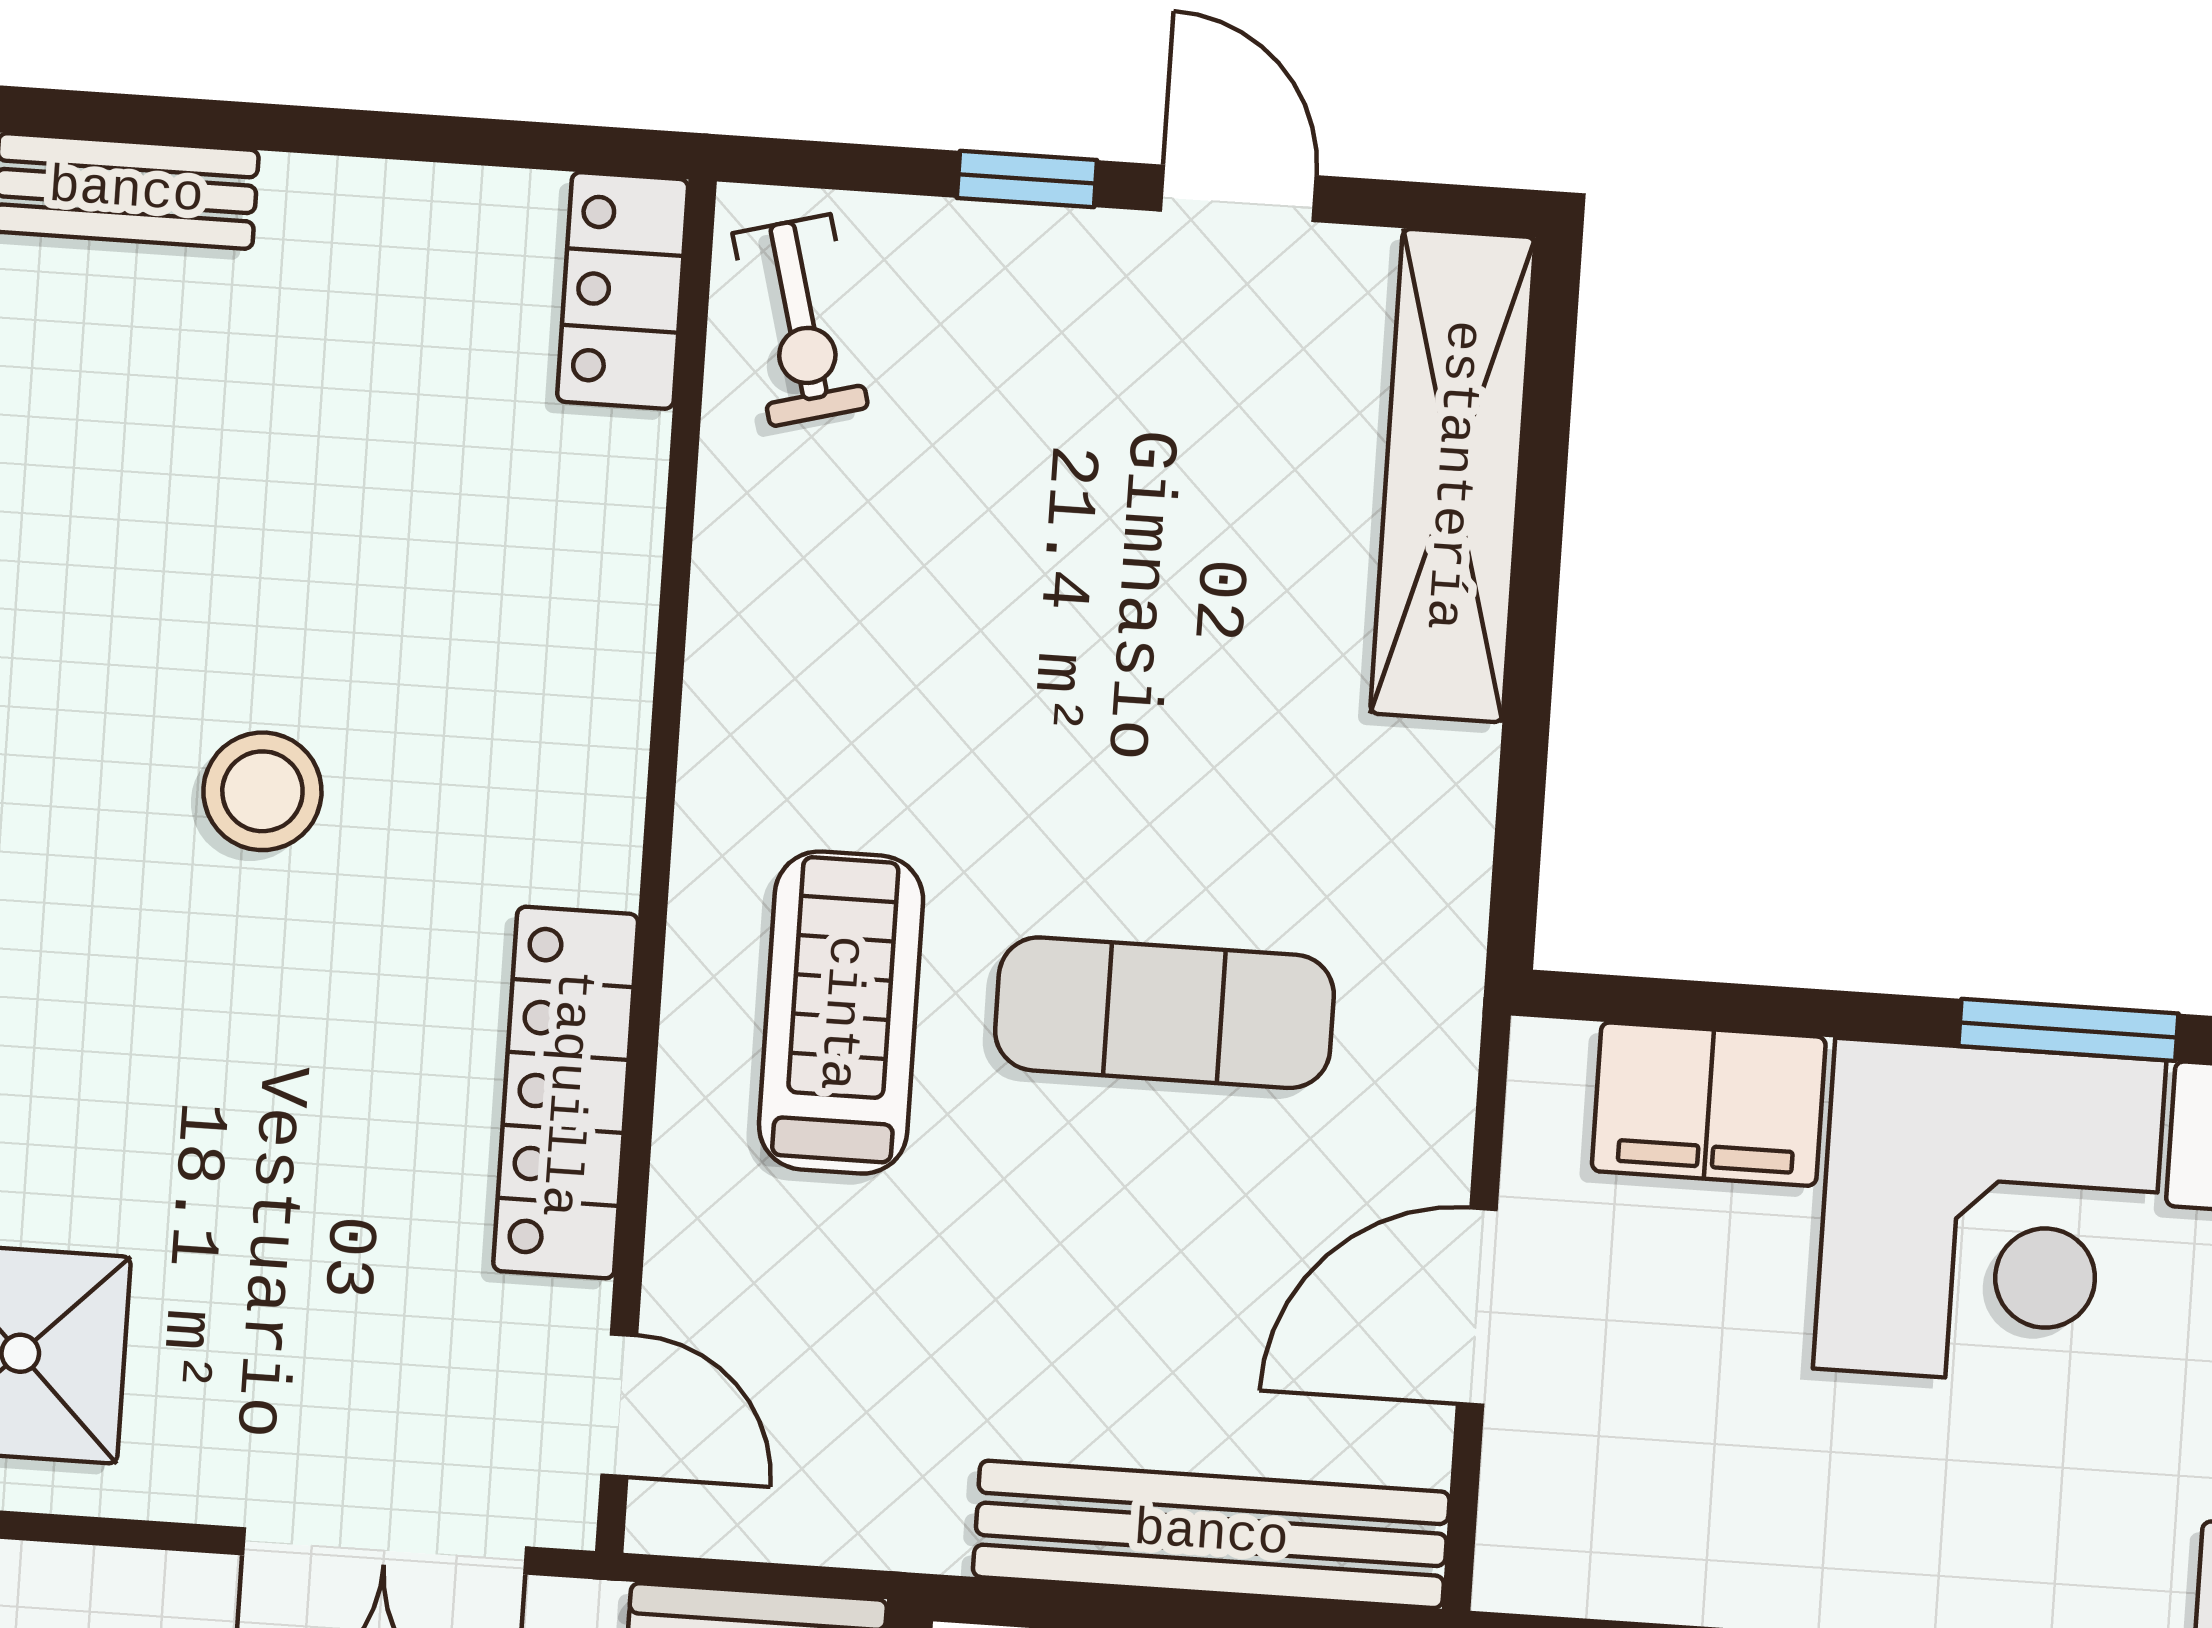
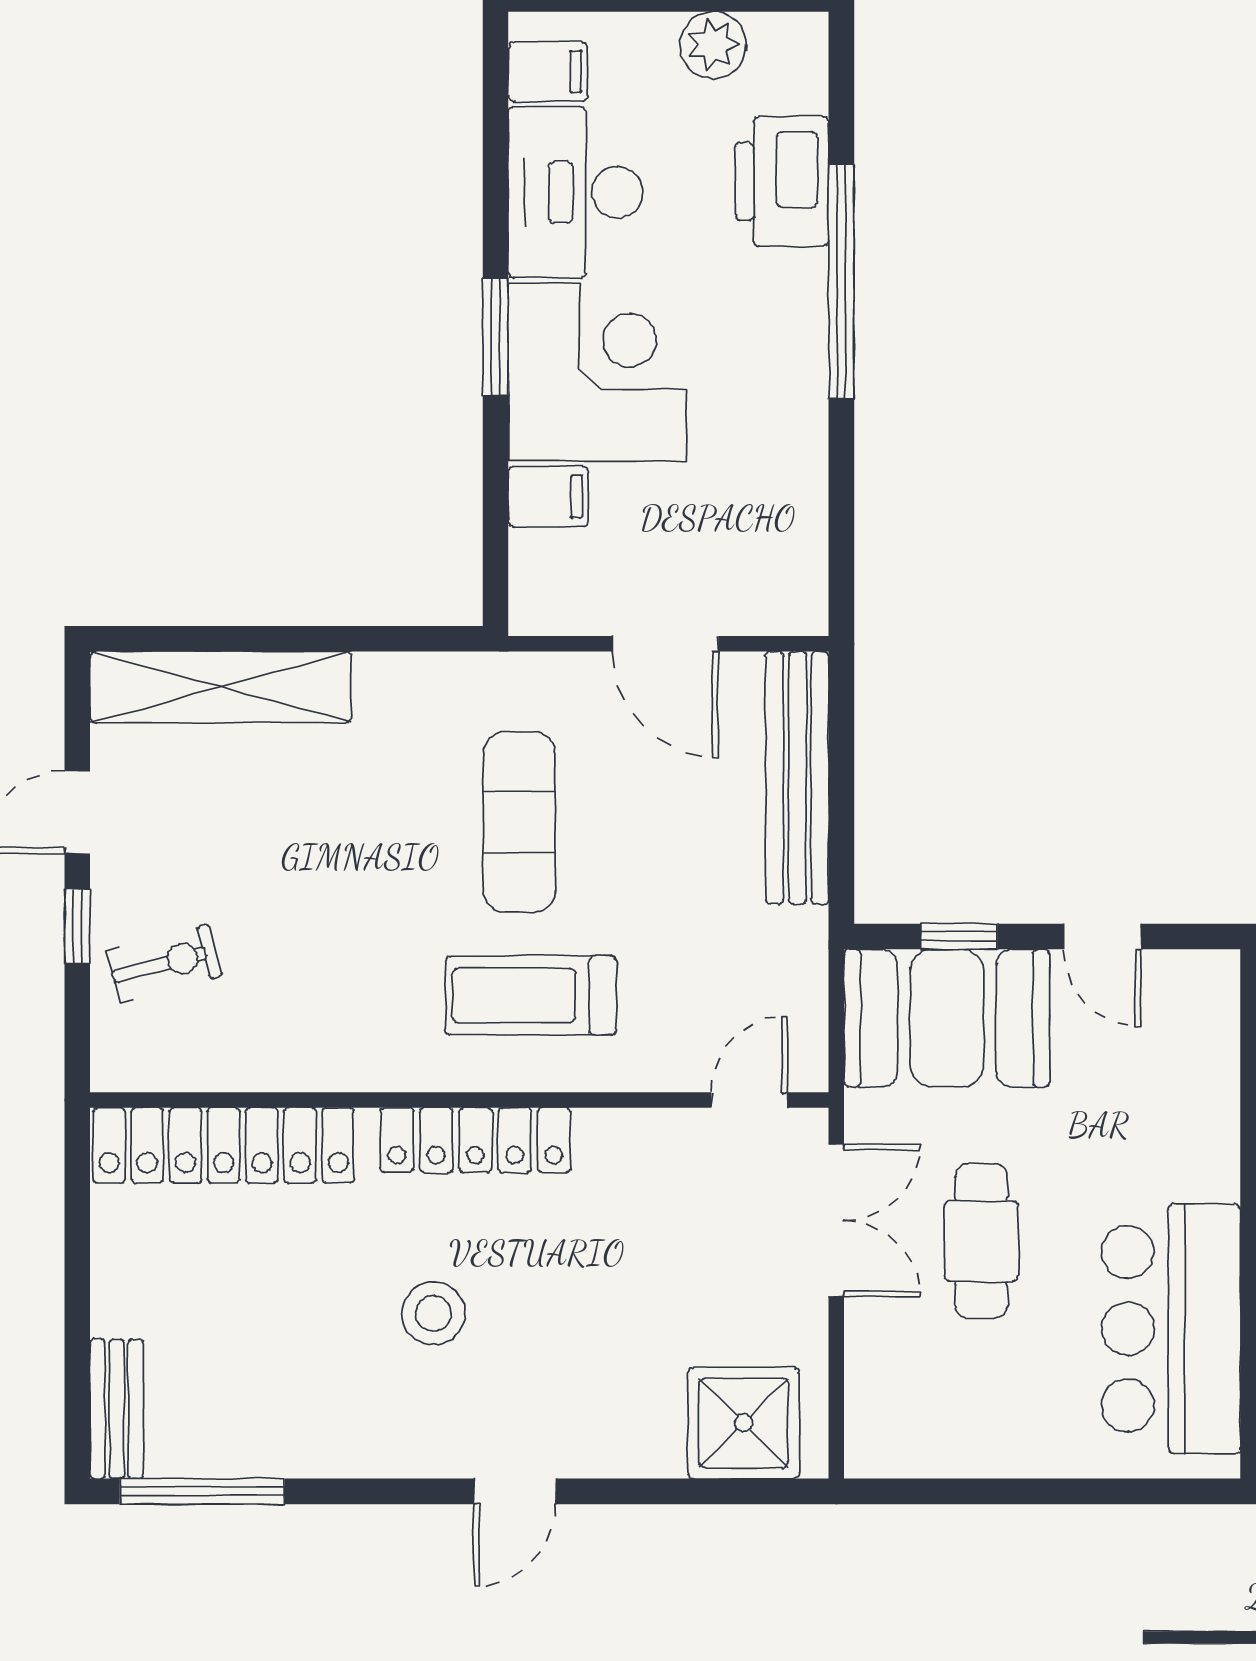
locker: (623, 291) -> (224, 1145), width x2.16, depth x1.21
exercise bike: (800, 321) -> (164, 964), moved
locker: (566, 1093) -> (475, 1140), moved
filing cabinet: (1709, 1104) -> (548, 497), width x0.50

